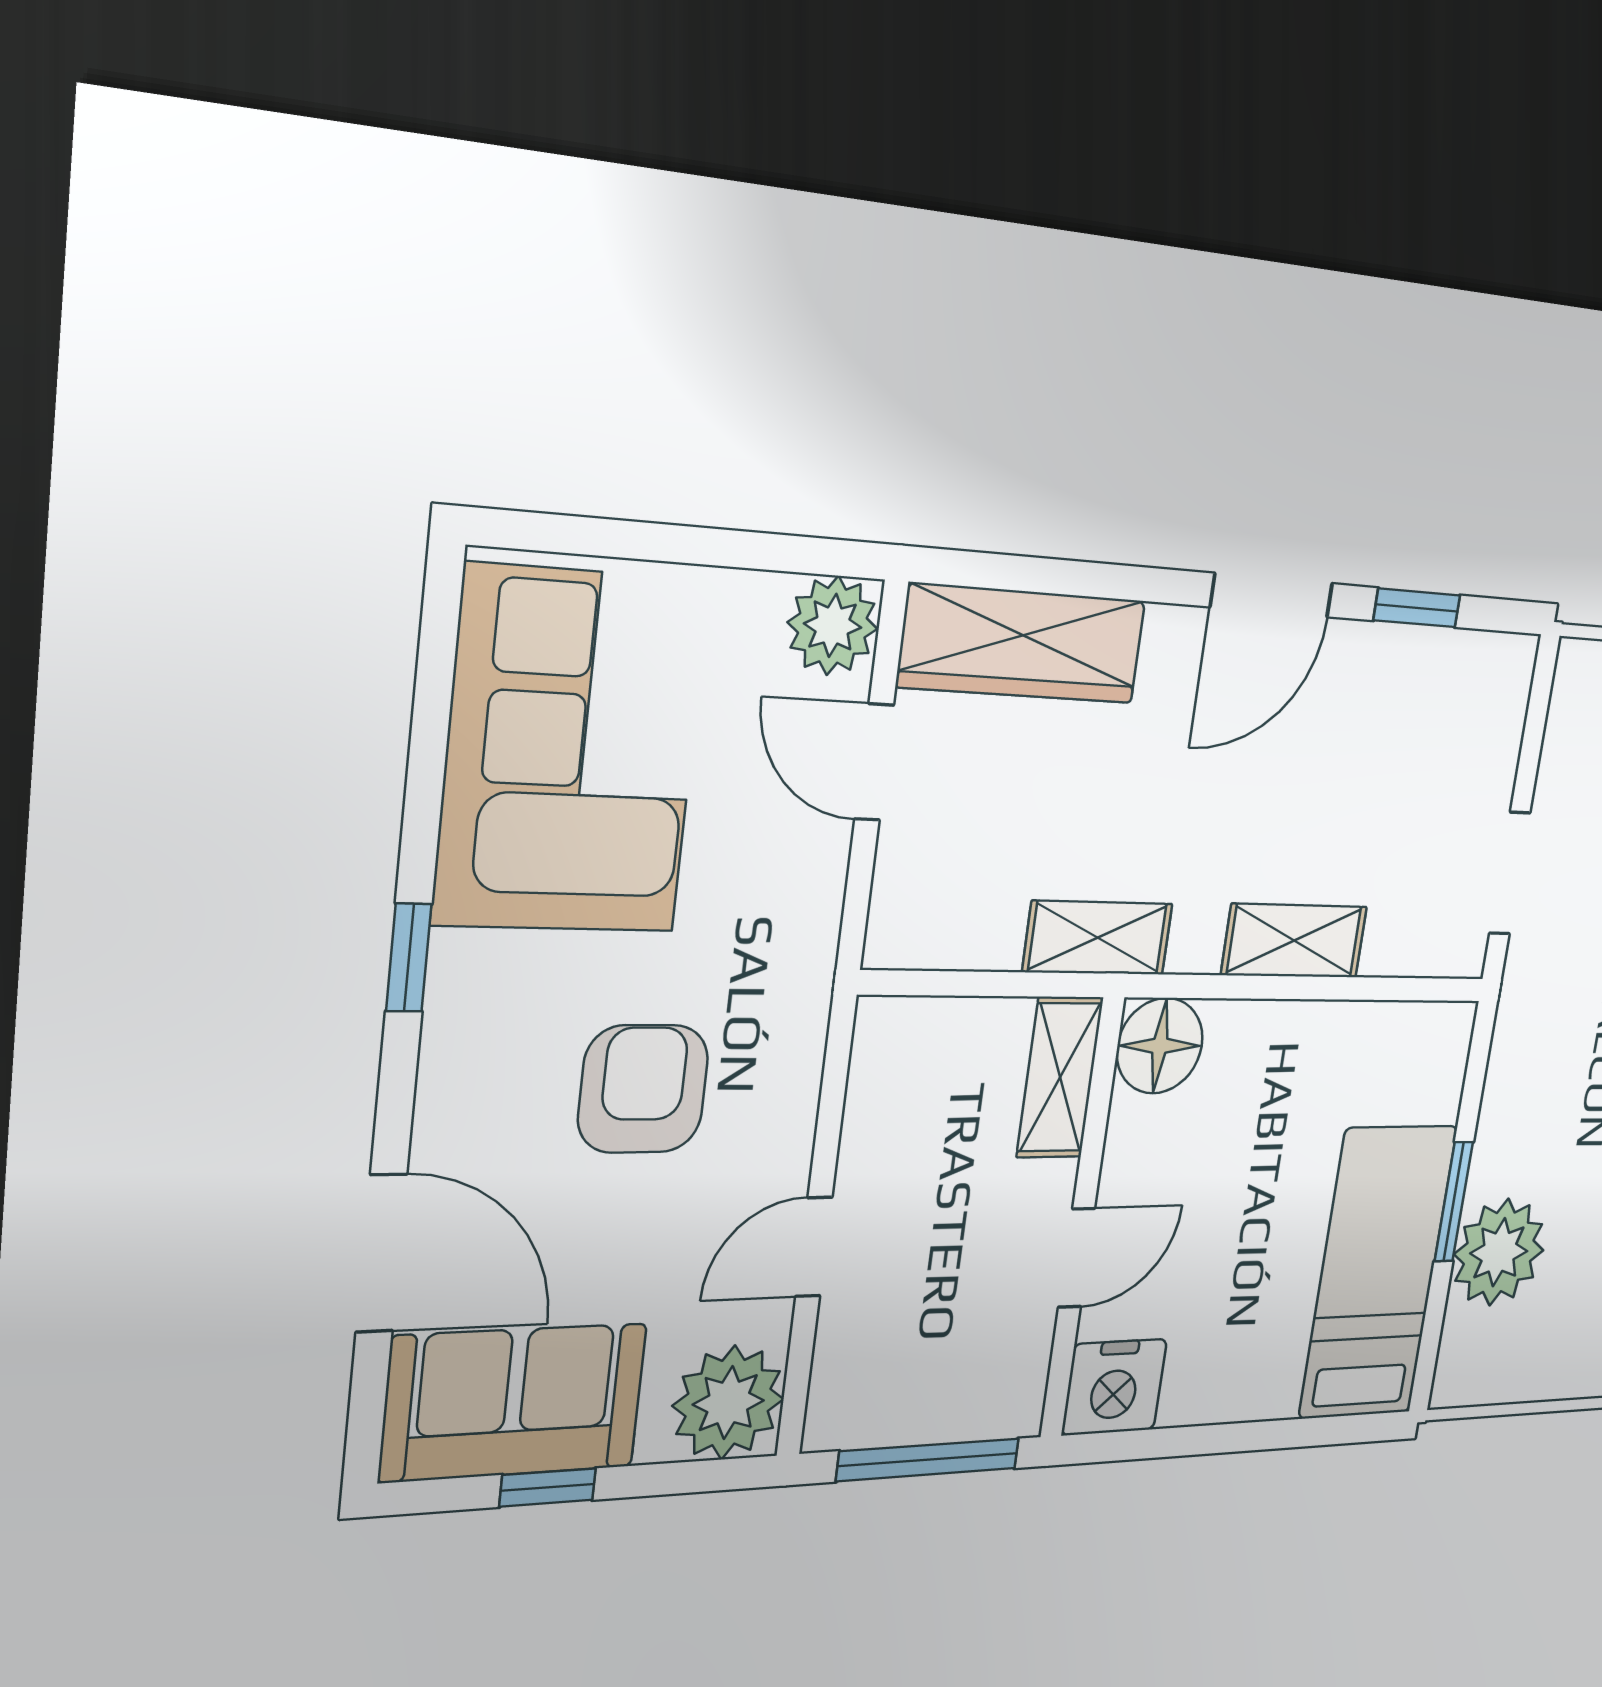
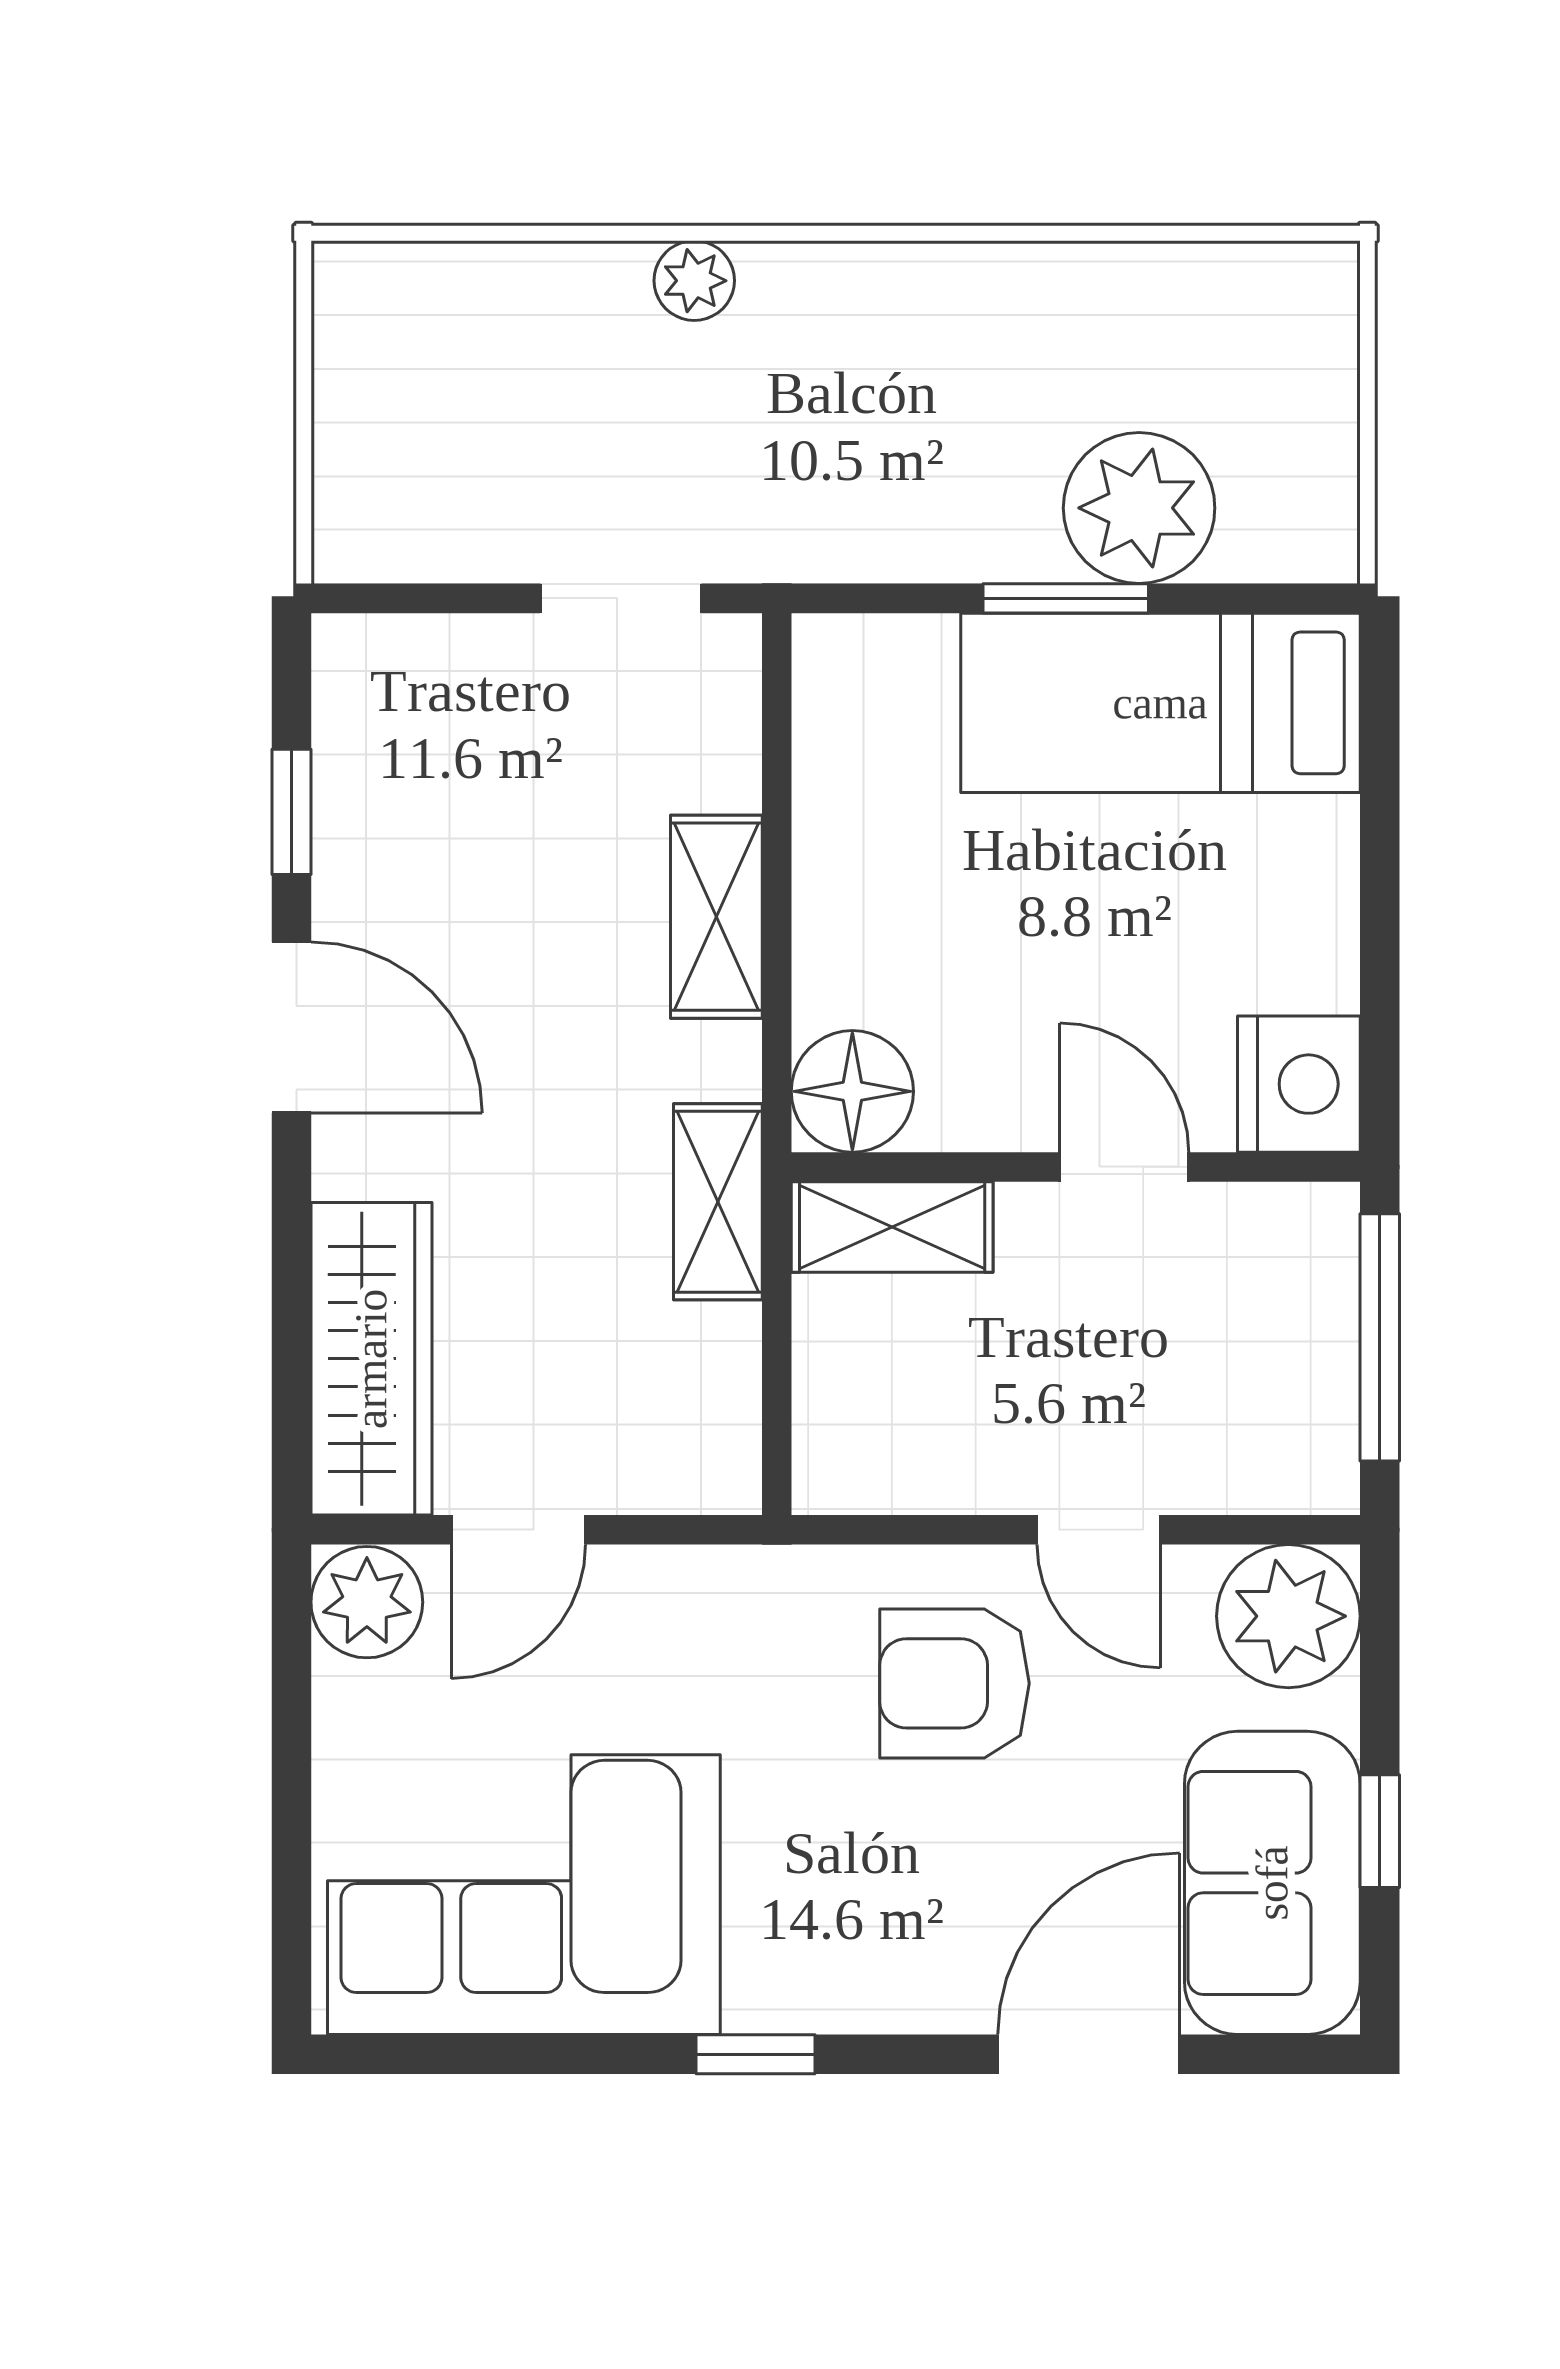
armchair: (643, 1089) -> (954, 1683), moved

